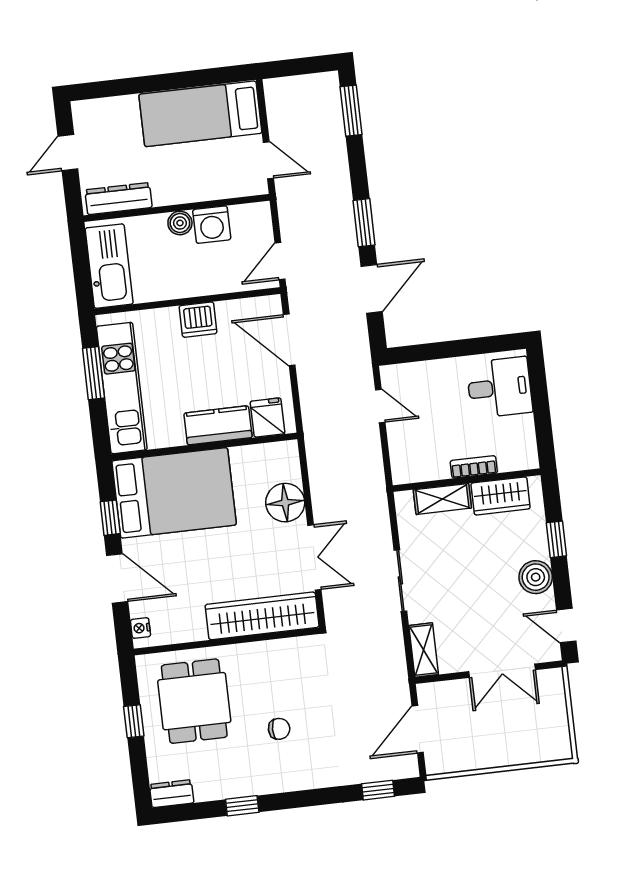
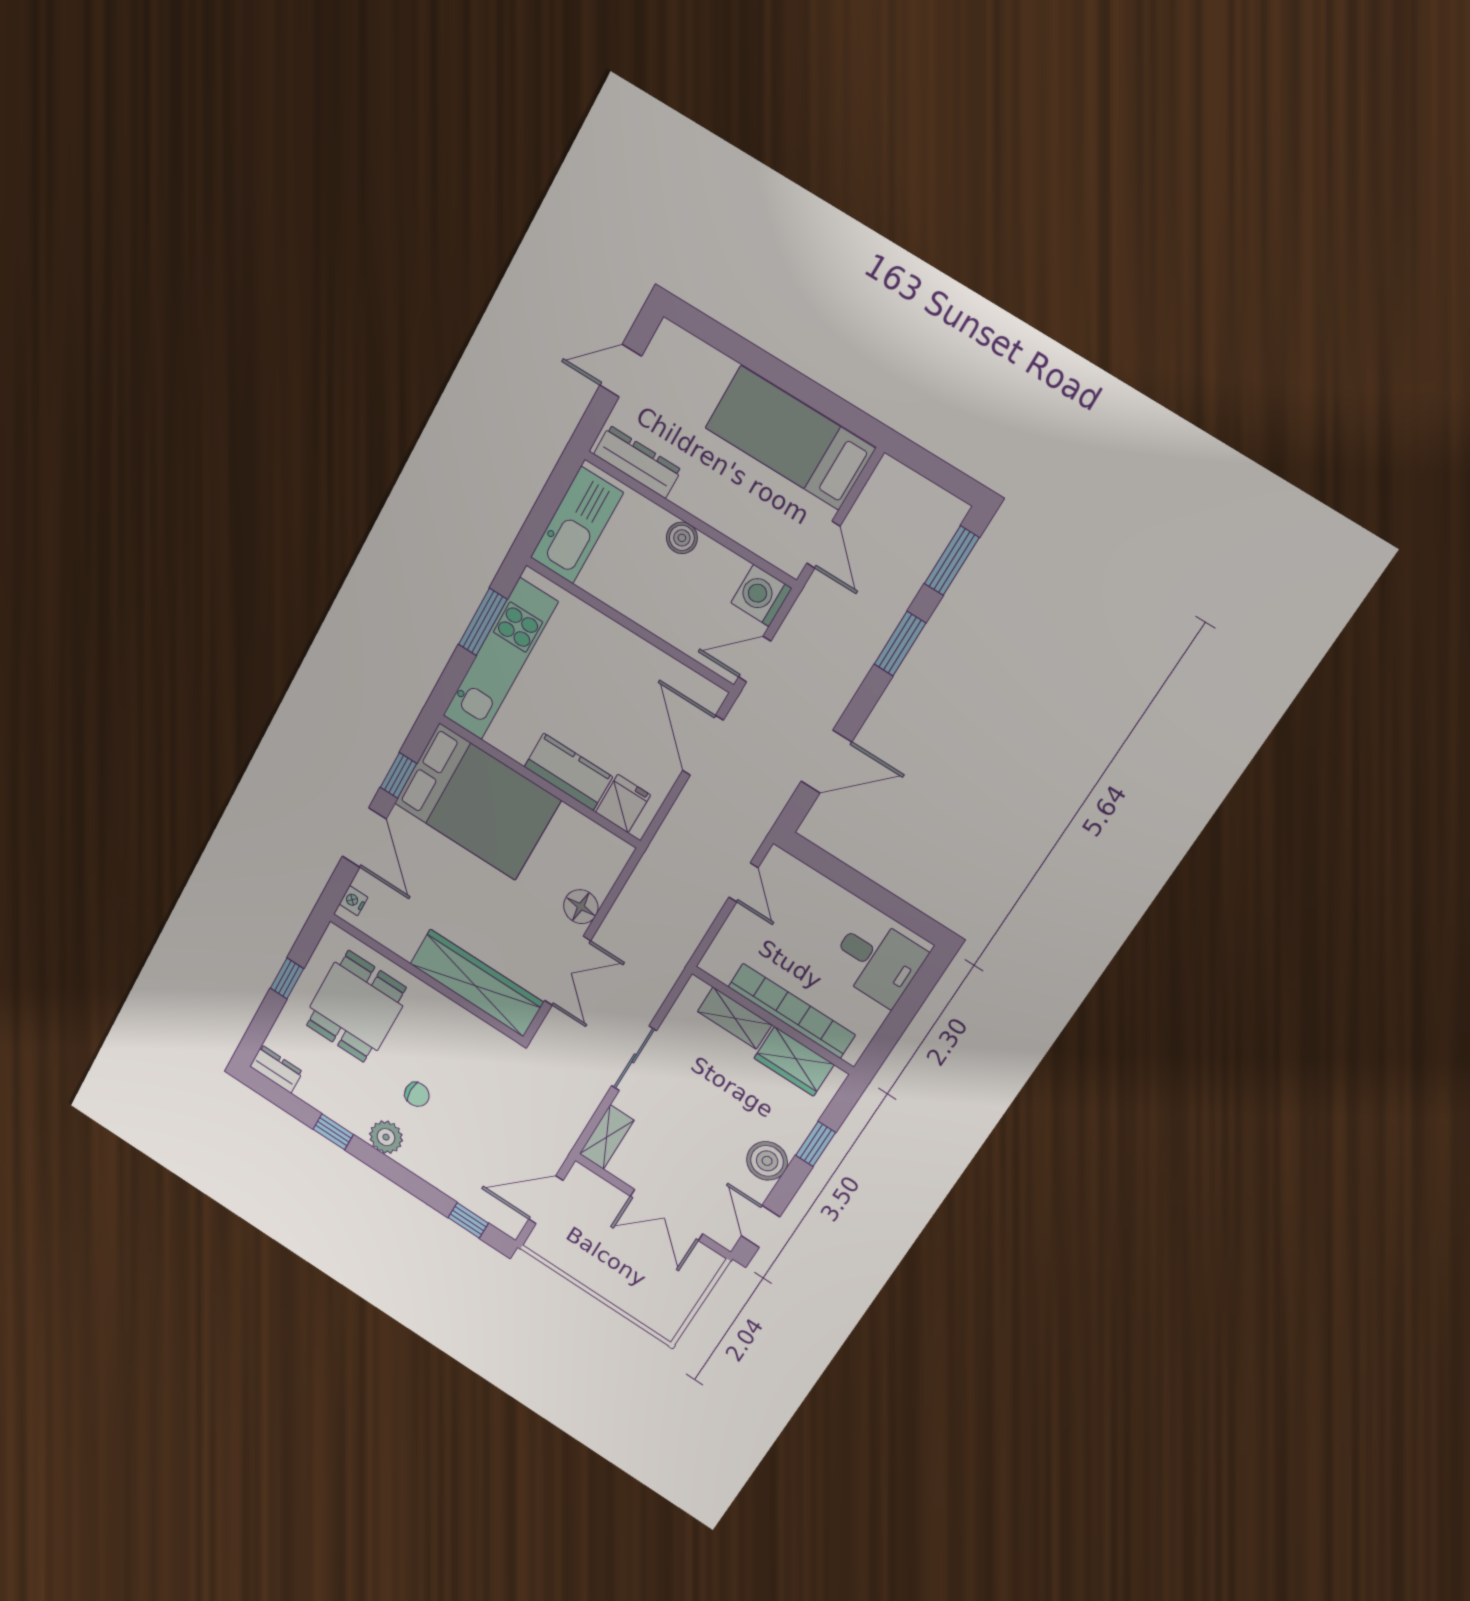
window: (364, 223) -> (900, 644), moved
washing machine: (212, 225) -> (761, 596), moved, turned 90
dishwasher: (198, 320) -> (626, 652), removed
bookcase: (474, 467) -> (792, 1011), width x2.31, depth x1.31
floor lamp: (285, 503) -> (581, 907), width x0.73, depth x0.73
plant: (280, 778) -> (386, 1137), added

